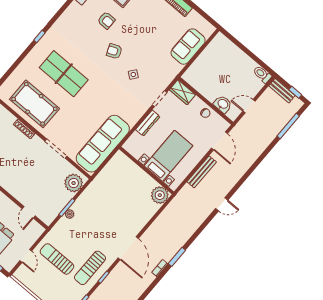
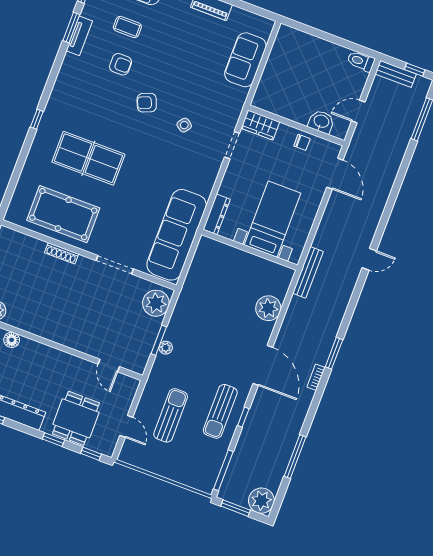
dresser: (148, 123) -> (217, 214), moved
bench: (202, 172) -> (308, 272), moved
plant: (160, 195) -> (268, 308), moved
sun lounger: (57, 259) -> (171, 415), turned 90

